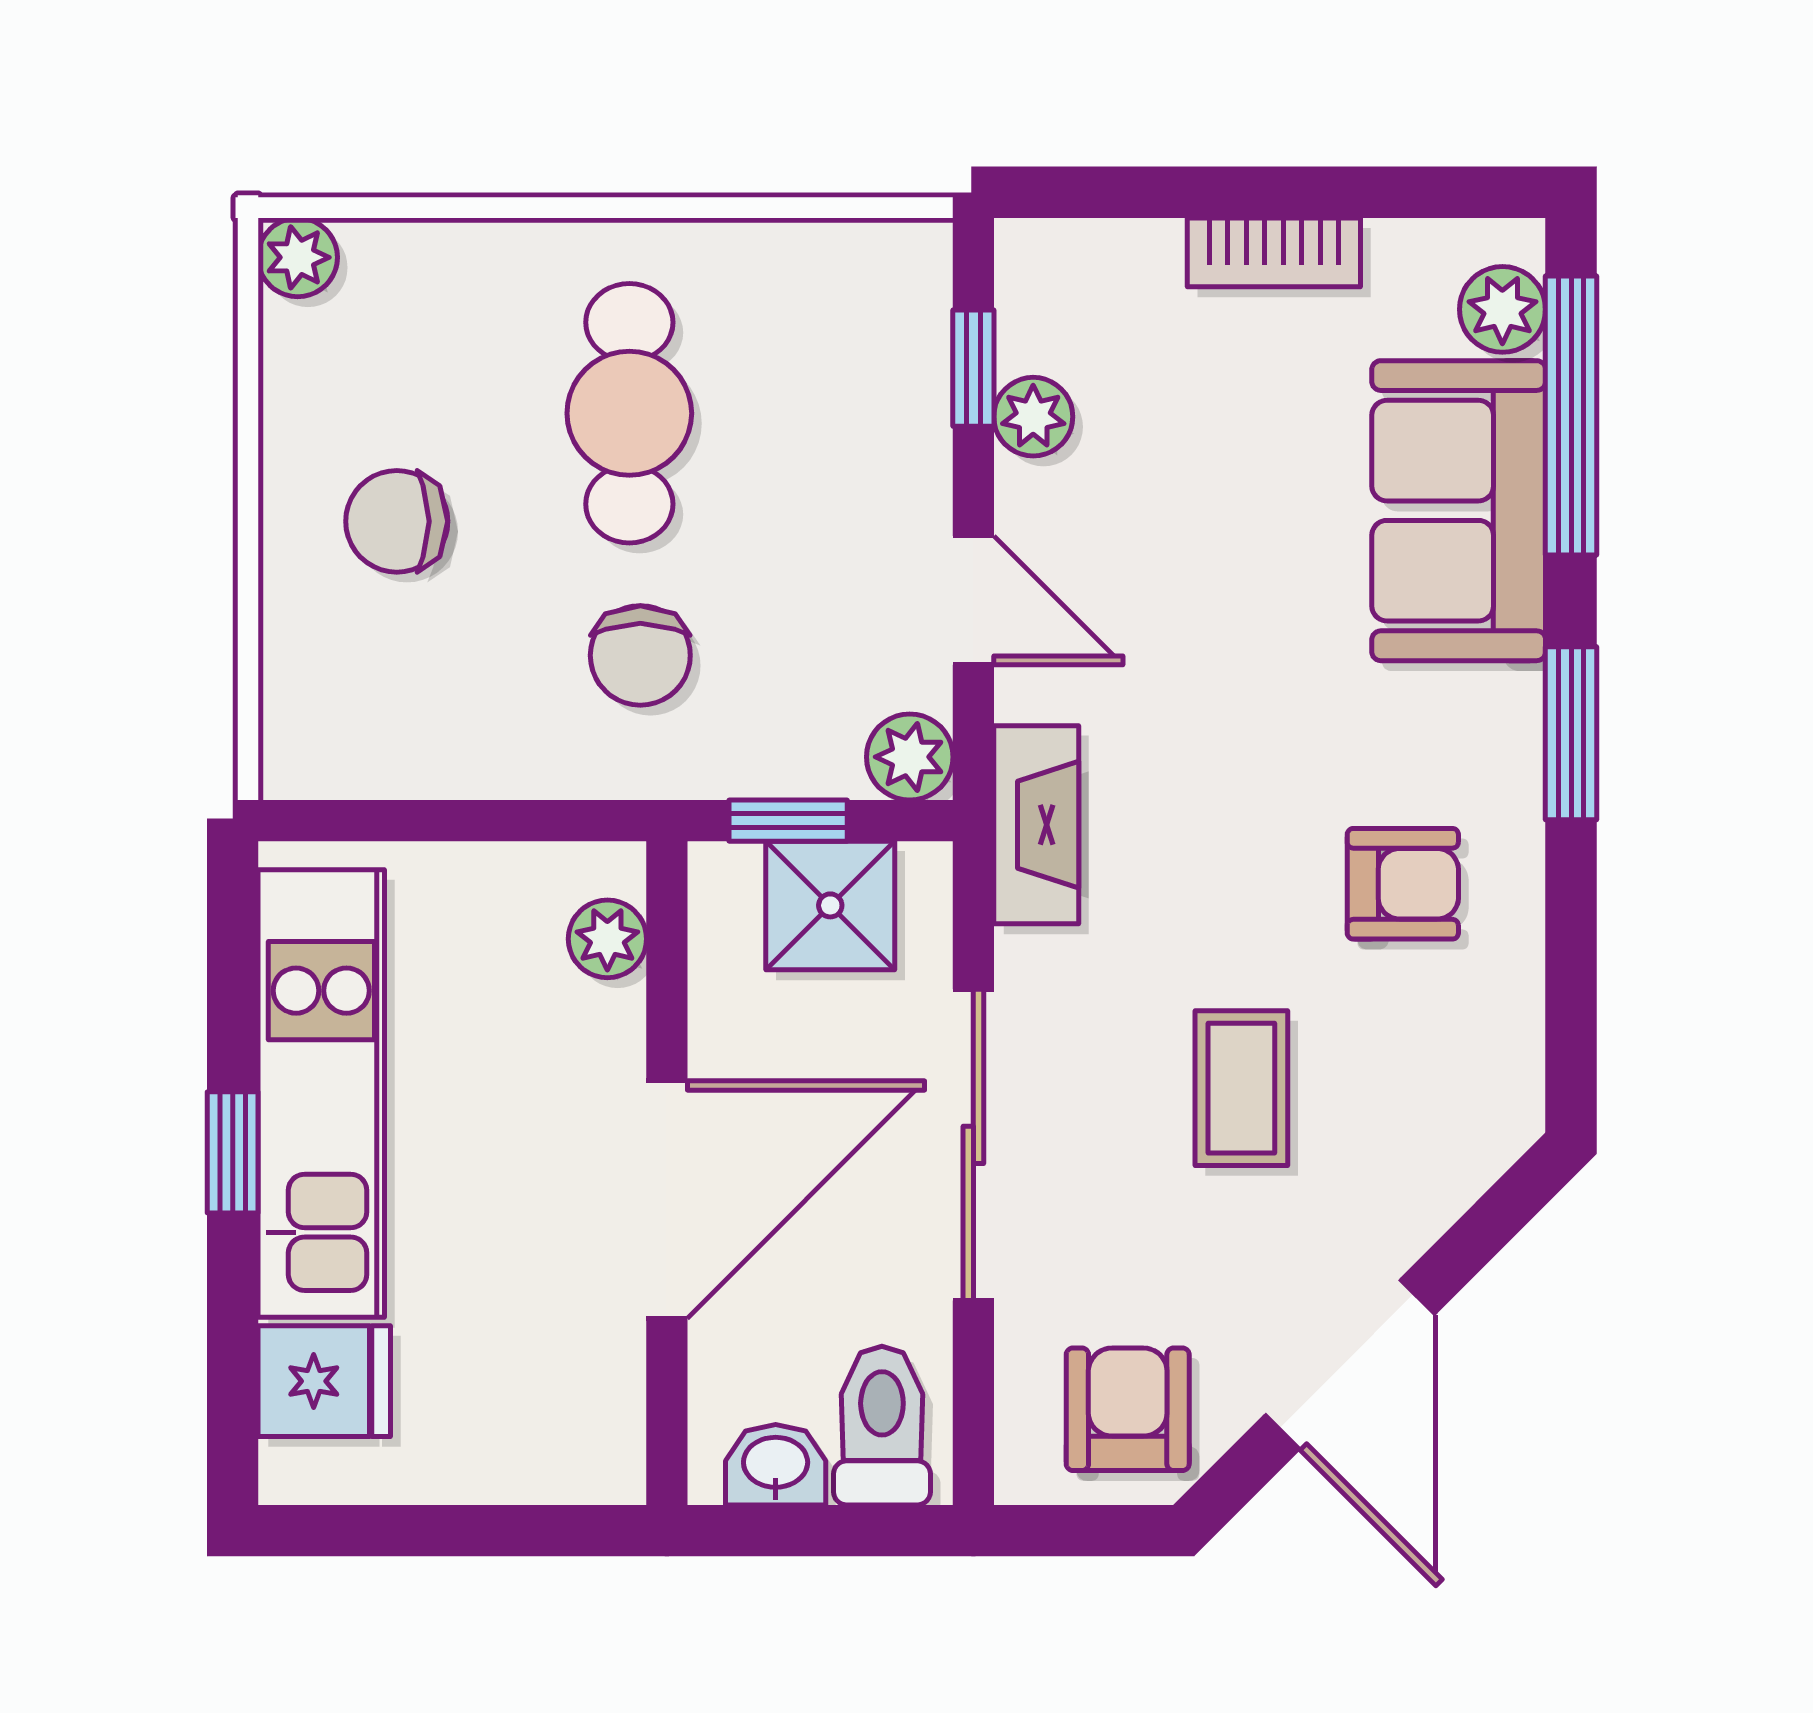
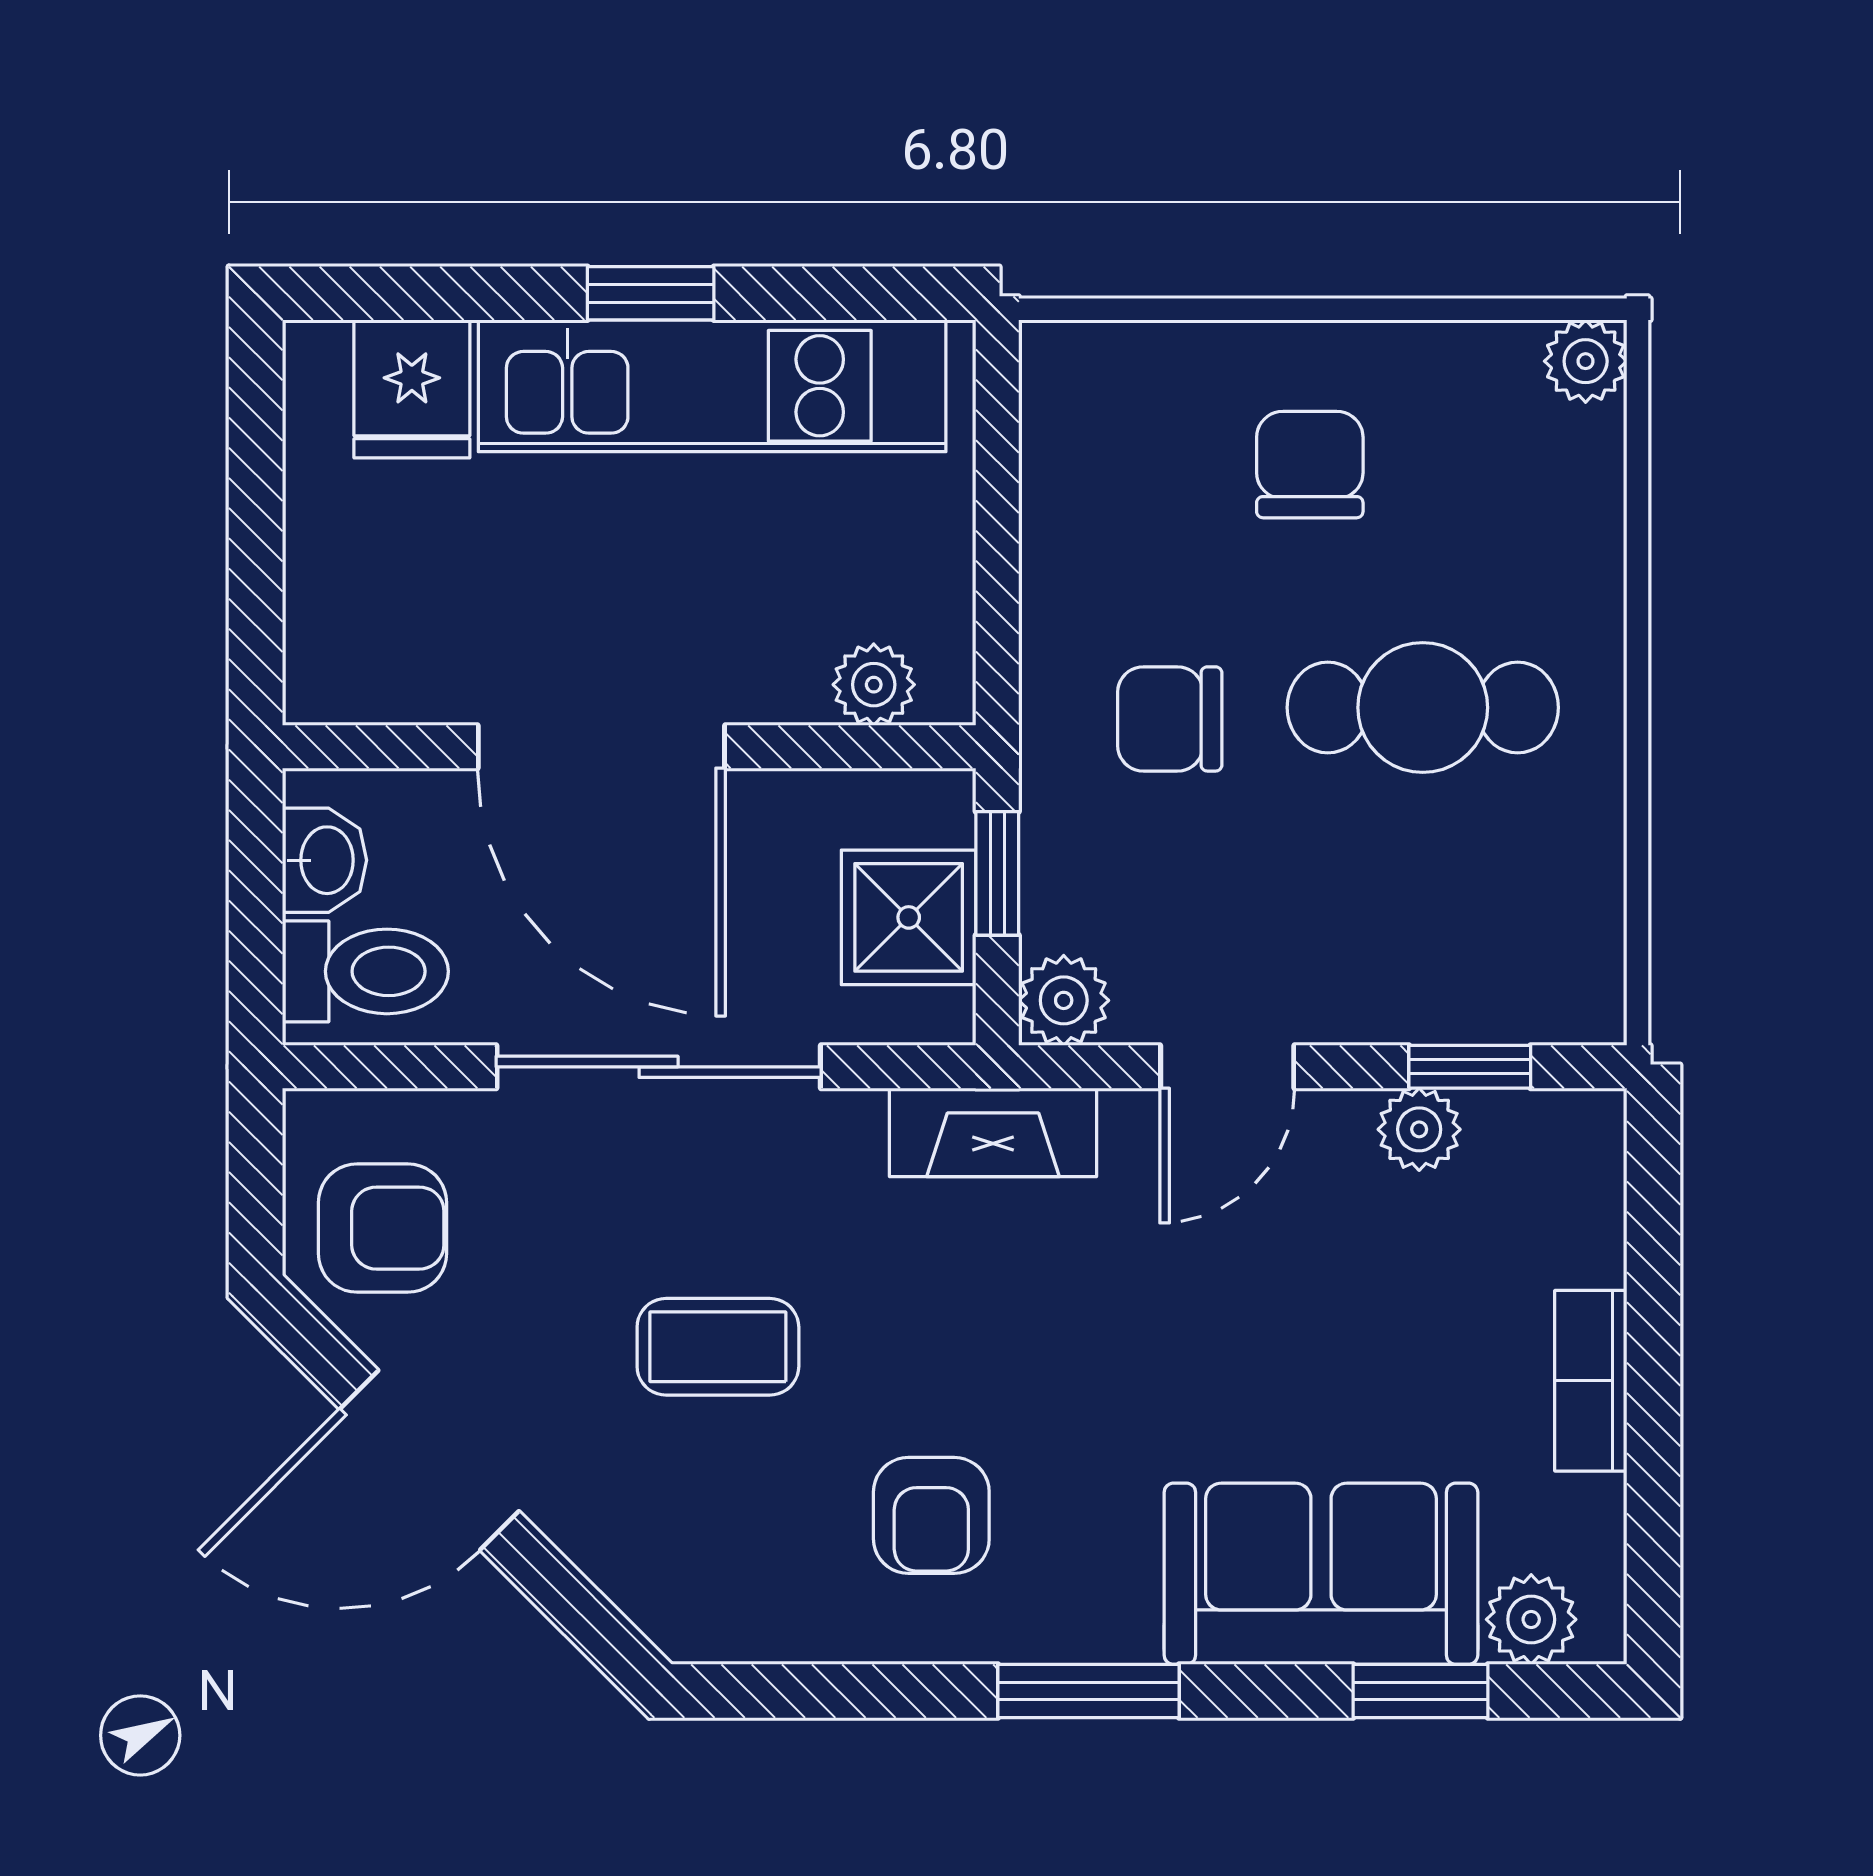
window: (1571, 415) -> (1420, 1691), width x0.46

